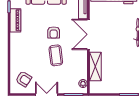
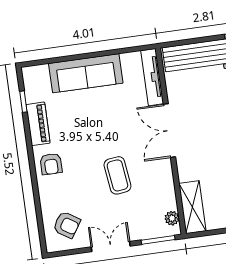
armchair: (54, 32) -> (51, 164), moved
shelving: (95, 67) -> (192, 207), moved

